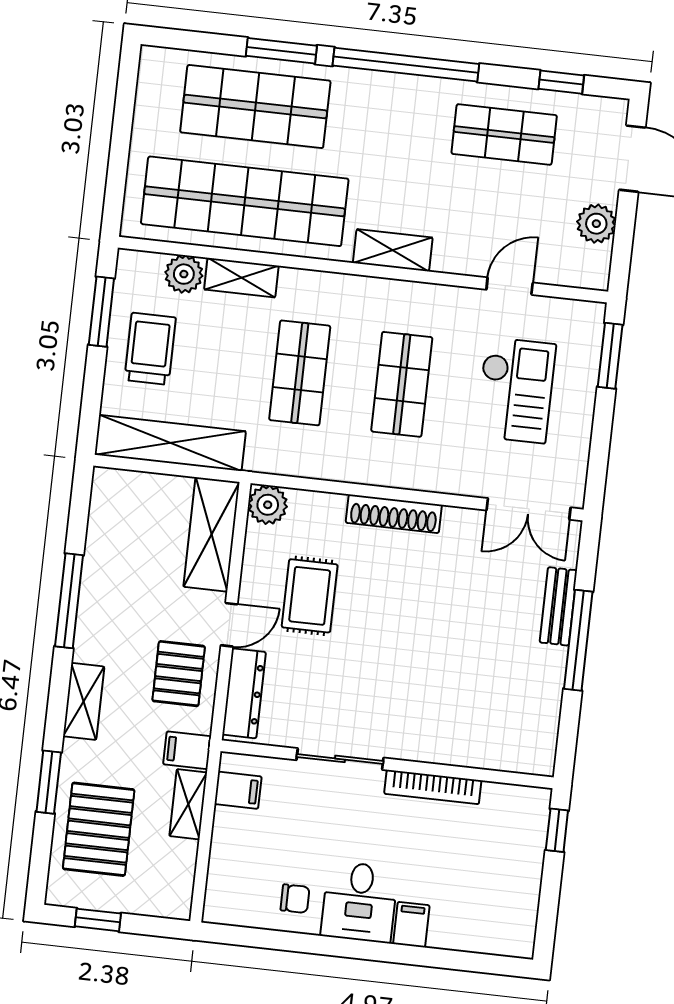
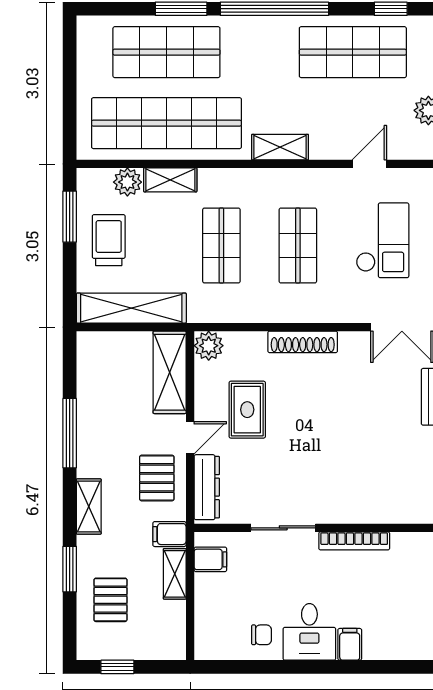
shop shelf: (504, 134) -> (353, 52), width x1.43, depth x1.36
pallet: (99, 829) -> (110, 600), width x0.67, depth x0.71

